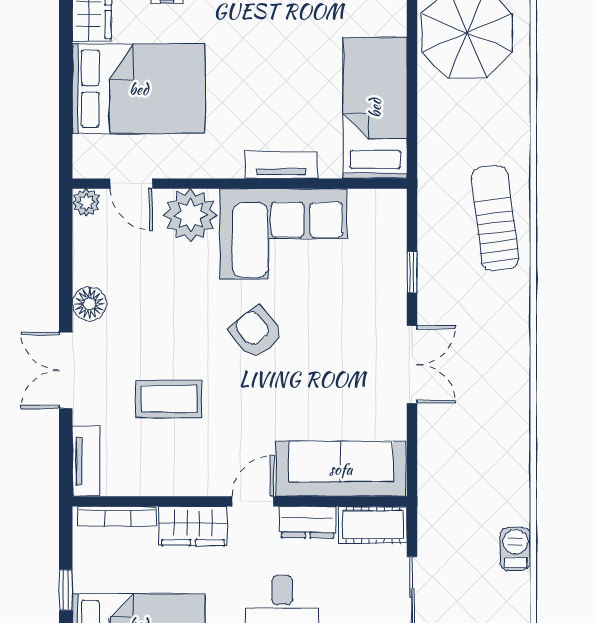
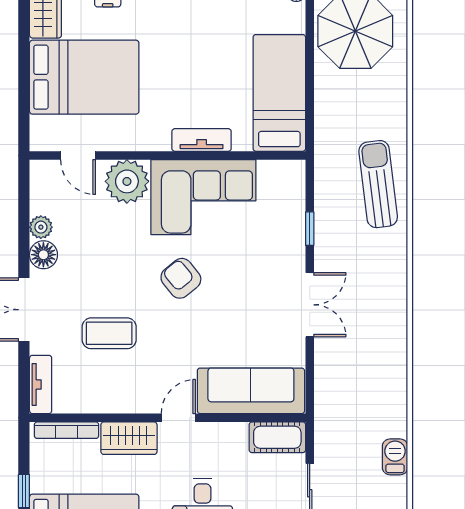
plant: (86, 202) -> (41, 227), moved
dresser: (308, 522) -> (224, 435), removed

